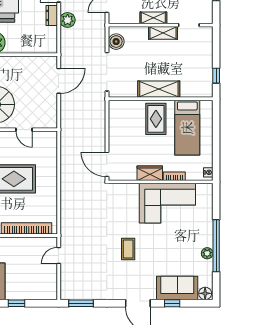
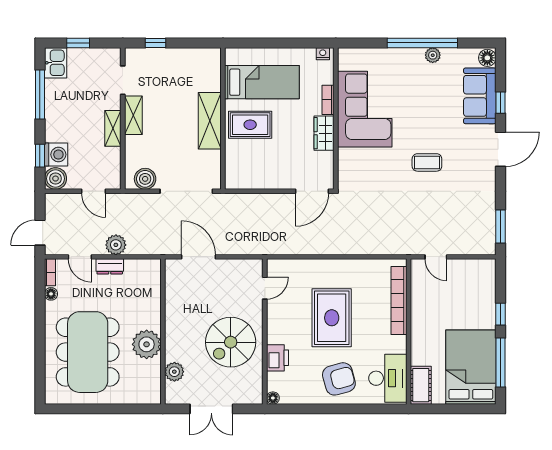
window: (216, 76) -> (156, 43), moved
door: (24, 130) -> (265, 288), moved

